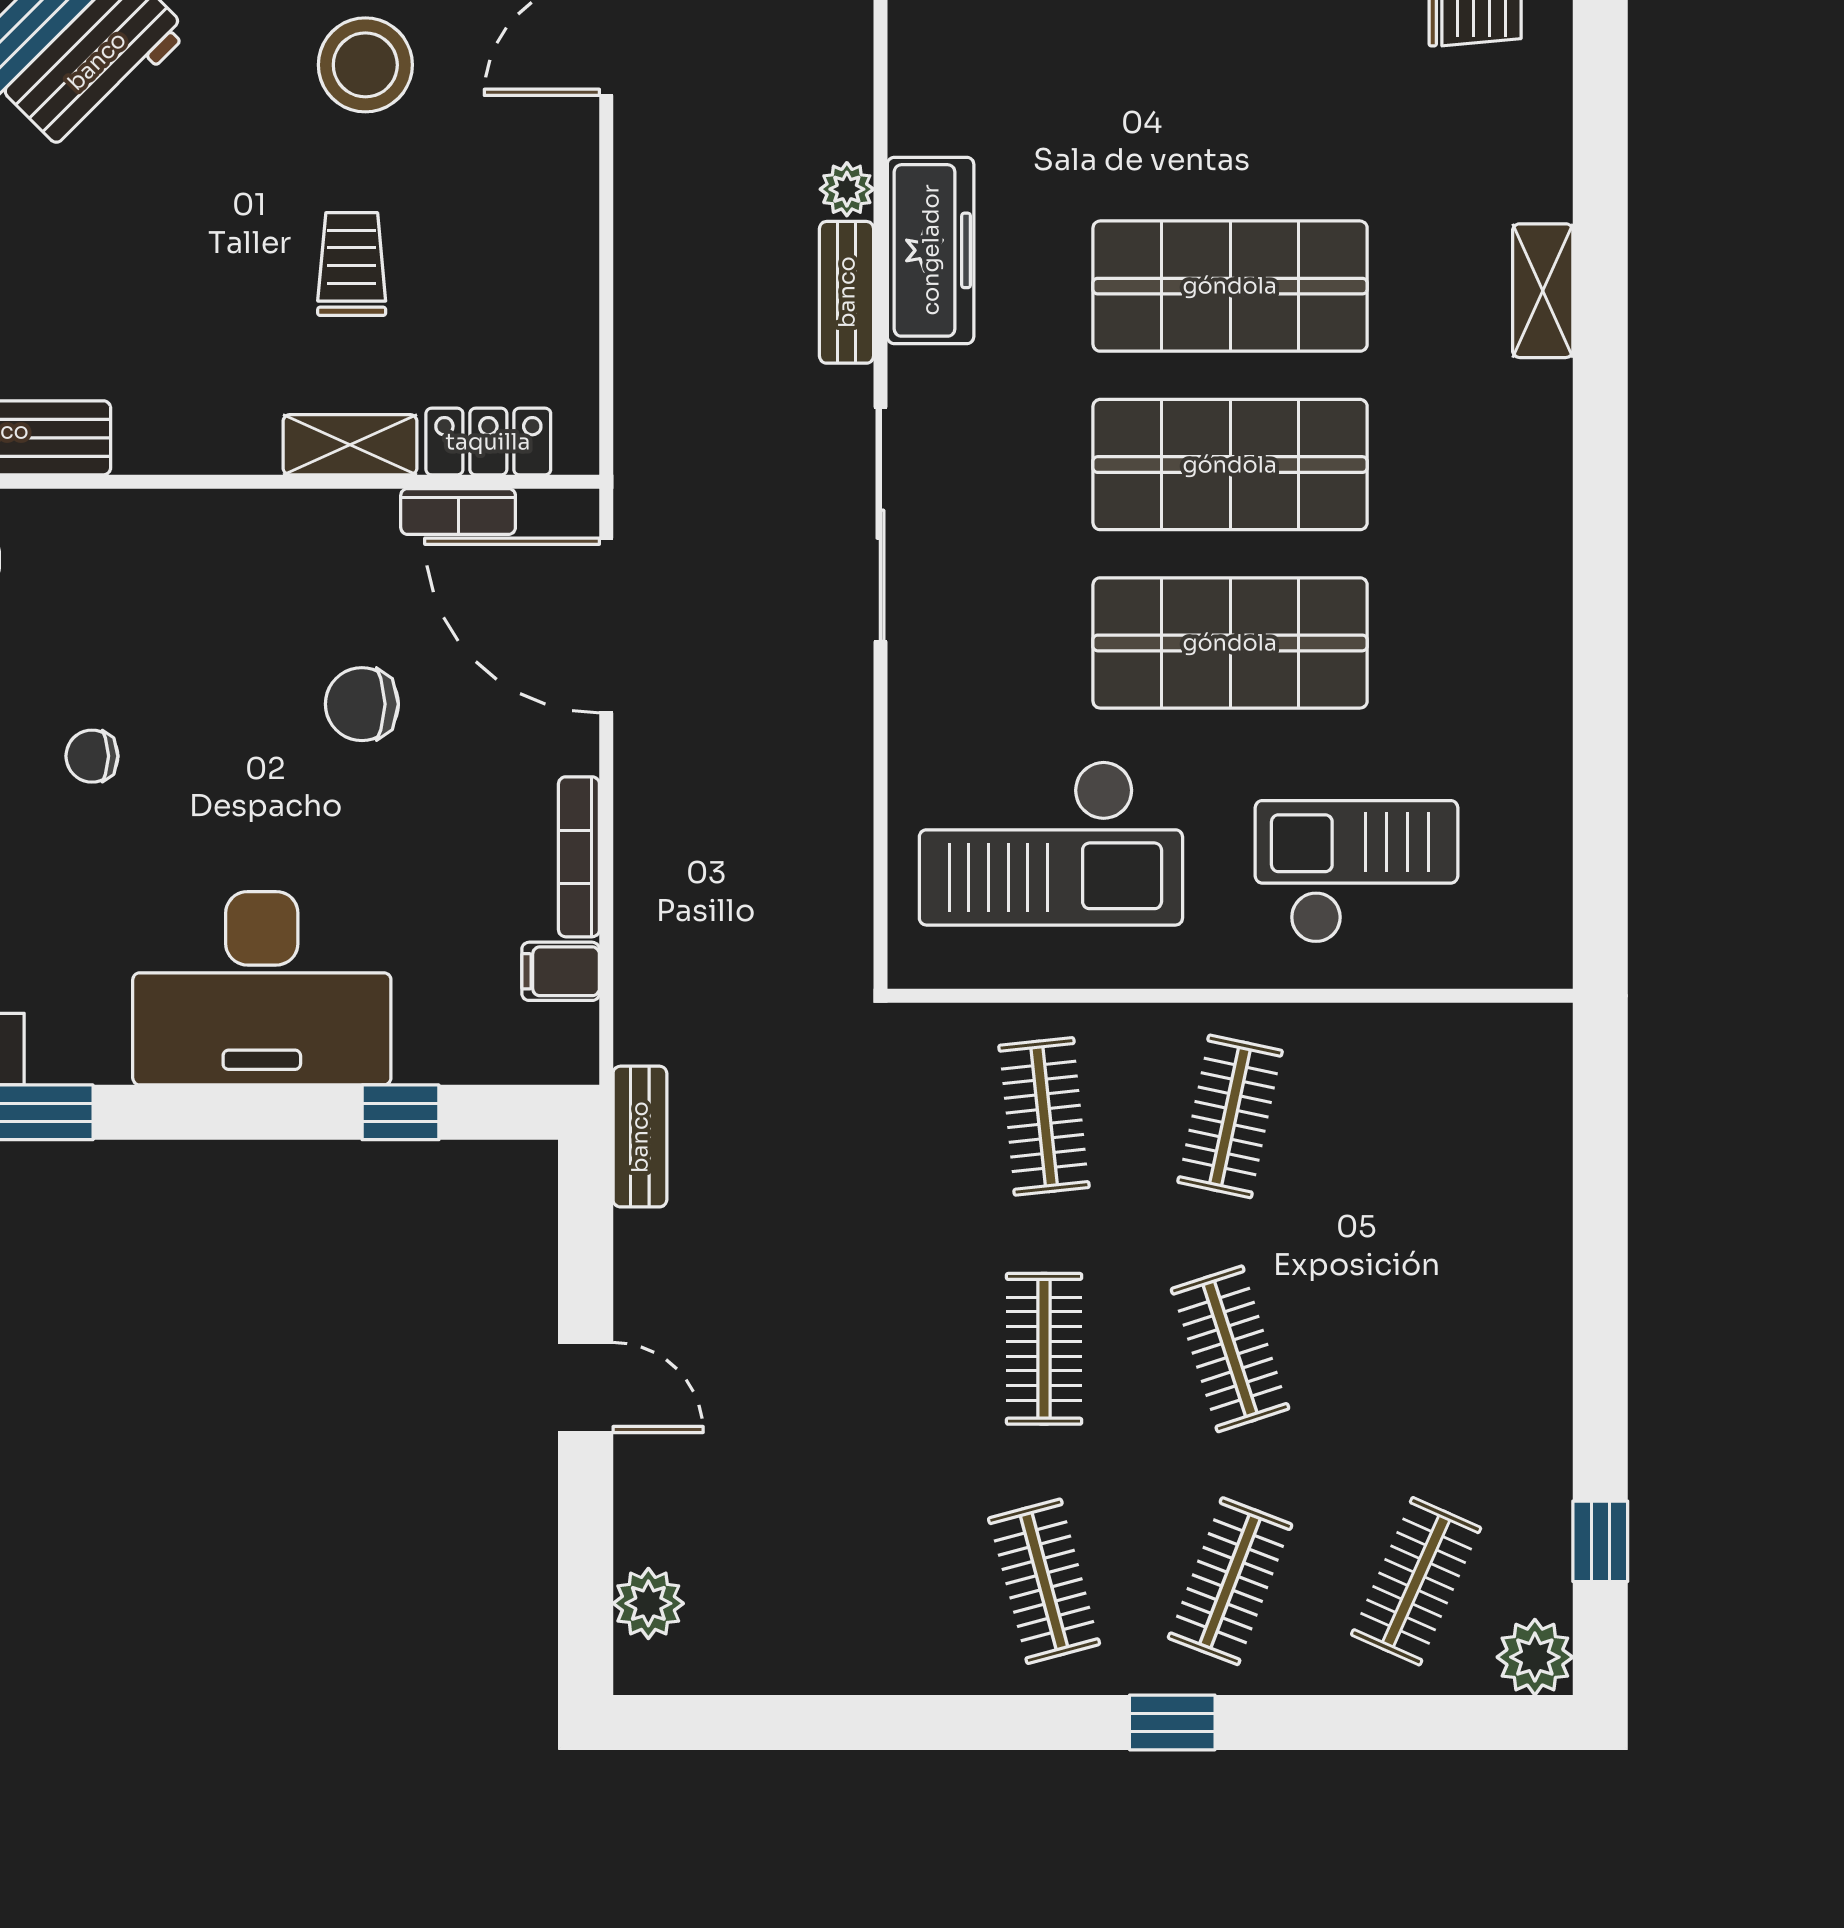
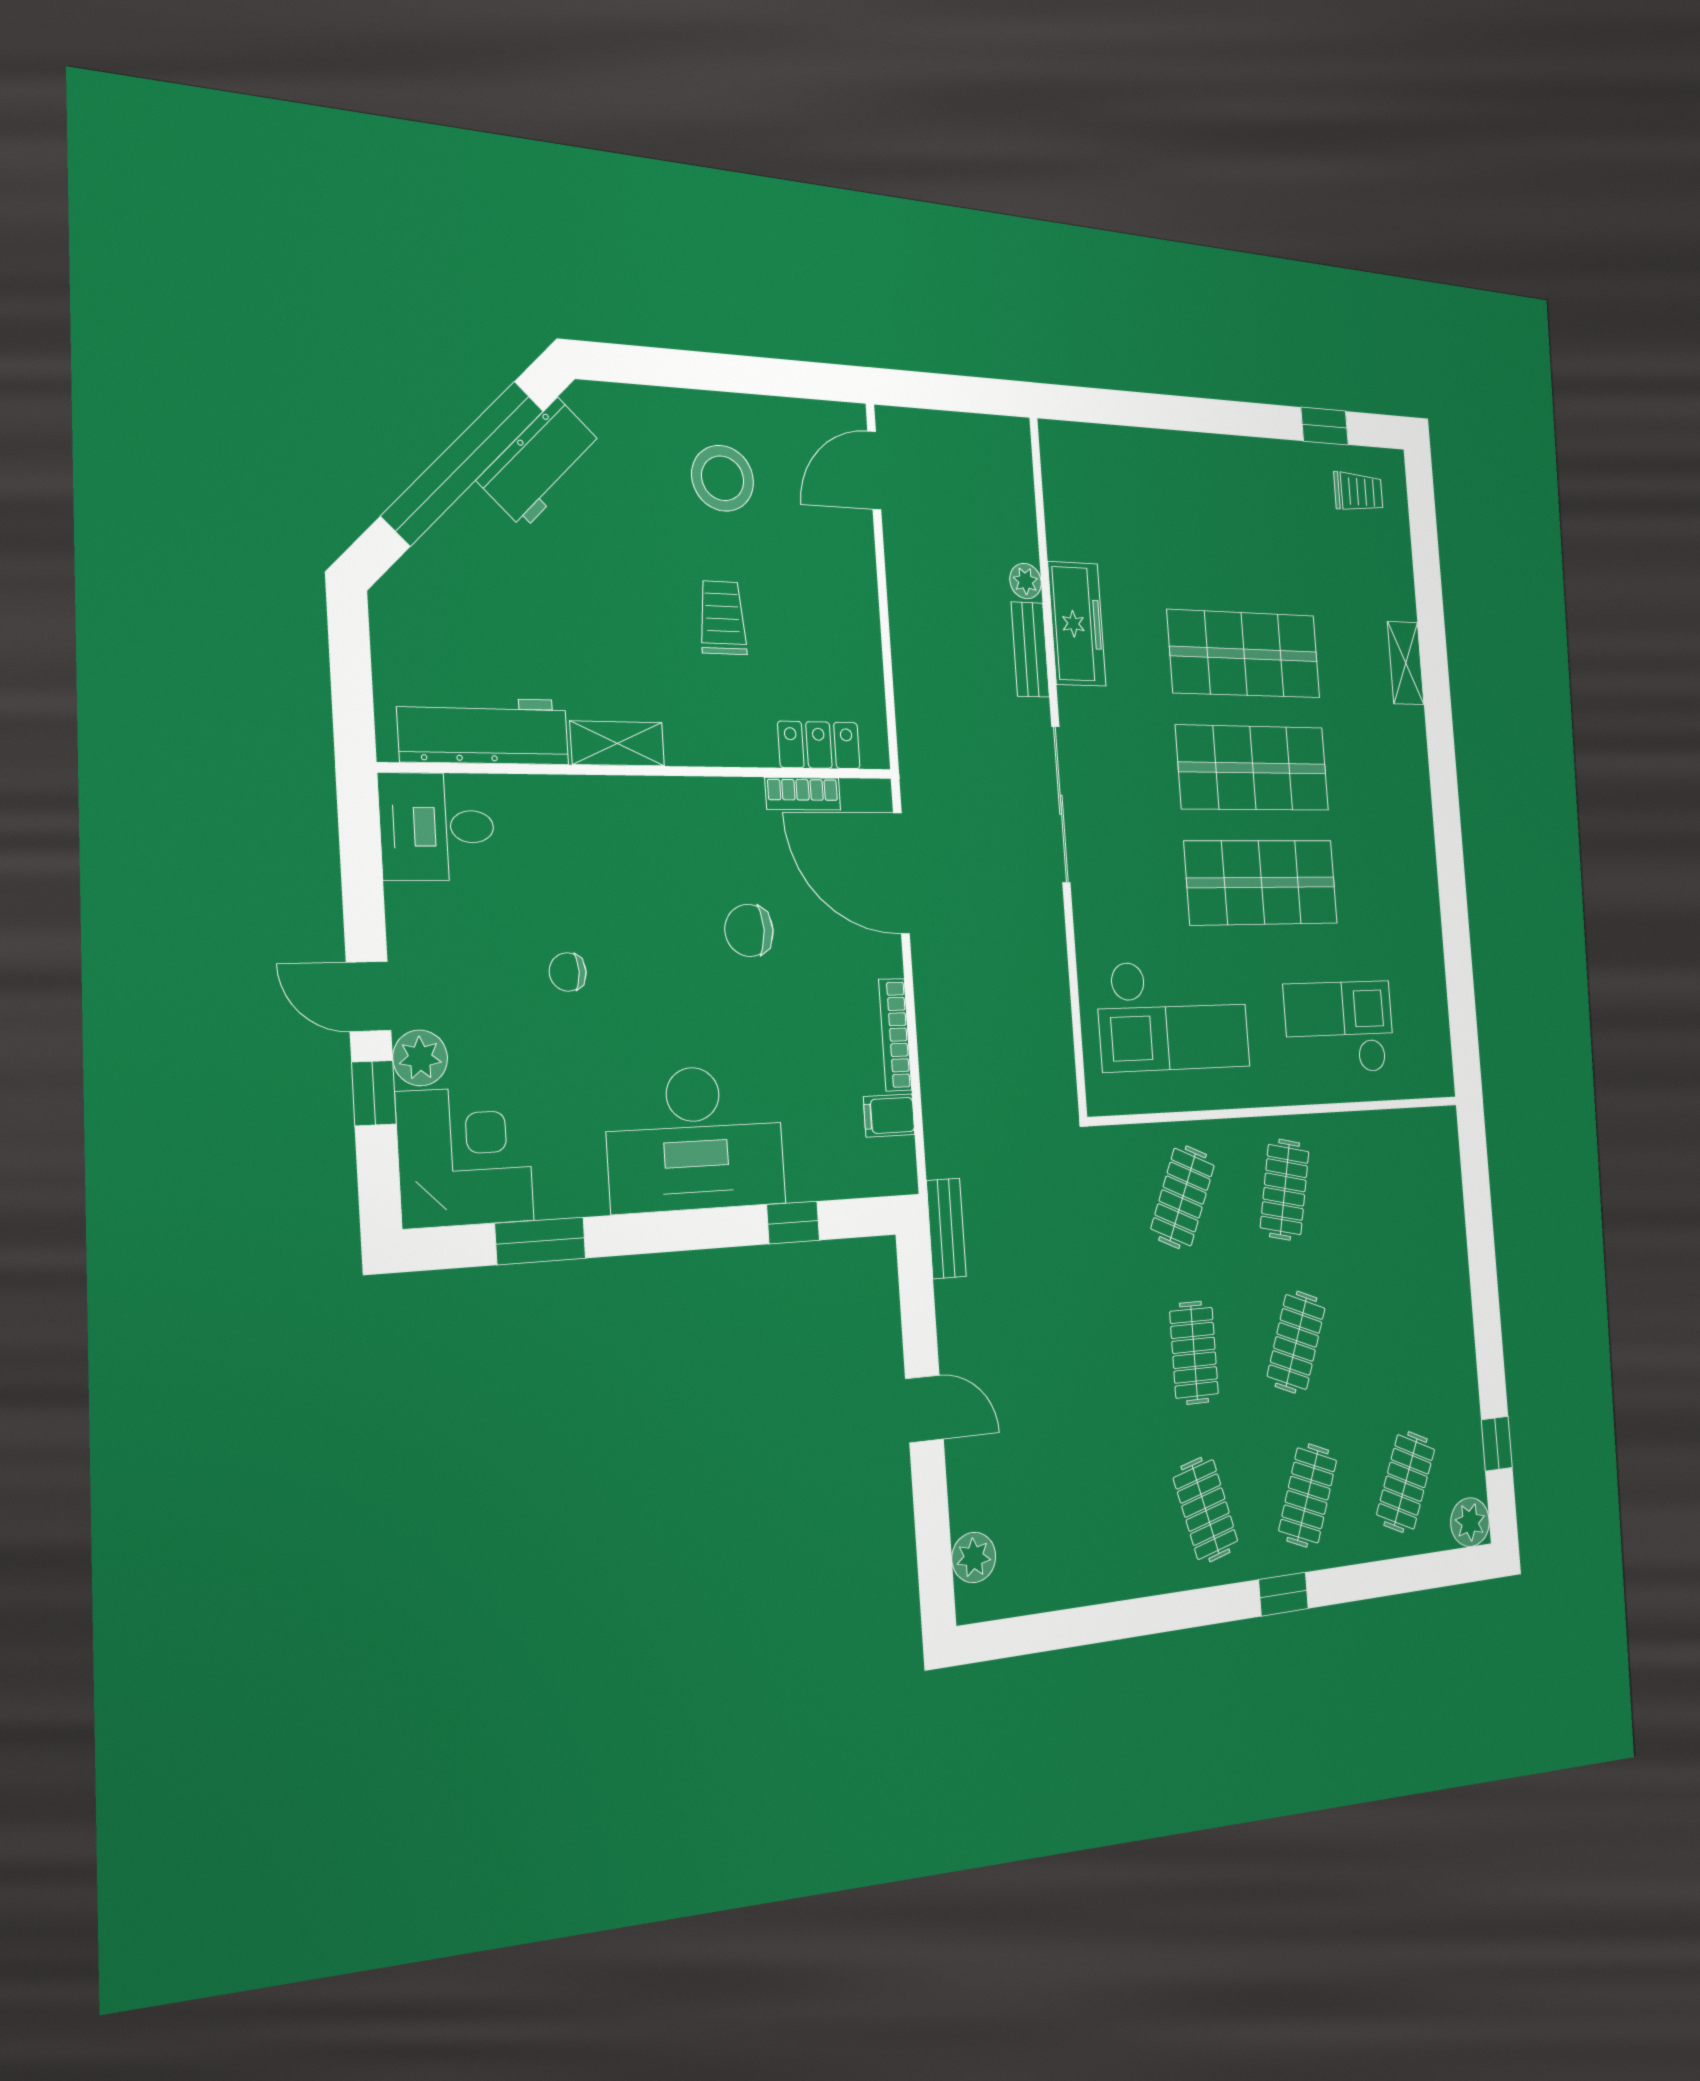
shelving: (350, 445) -> (617, 743), moved
clothes rail: (1044, 1116) -> (1183, 1197), turned 30
clothes rail: (1230, 1349) -> (1296, 1342), turned 39

